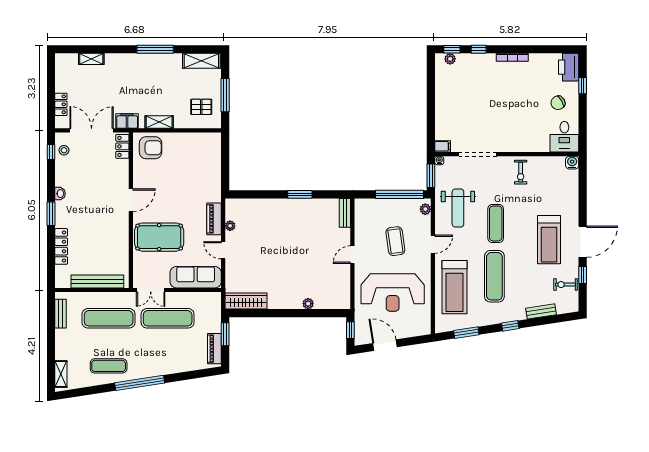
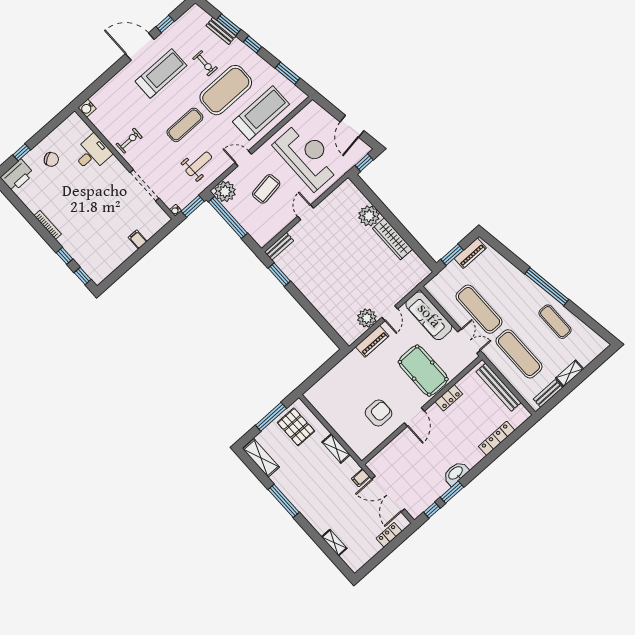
plant: (450, 59) -> (91, 271), removed
pallet: (201, 107) -> (296, 427), width x1.50, depth x1.42
filing cabinet: (127, 121) -> (361, 478), width x0.50
desk: (564, 137) -> (92, 153), moved
locker: (122, 146) -> (449, 398), moved
filing cabinet: (443, 146) -> (138, 239), moved
armchair: (151, 148) -> (379, 413), moved, turned 90
stool: (64, 150) -> (422, 501), removed
washbasin: (60, 194) -> (456, 473), width x1.91, depth x1.45
window: (300, 194) -> (279, 275), moved
door: (131, 200) -> (414, 417), swing flipped
weight bench: (458, 208) -> (199, 164), width x0.73, depth x0.75
plant: (425, 209) -> (225, 191), width x1.87, depth x1.87
window: (51, 214) -> (452, 492), moved
plant: (230, 226) -> (367, 318), width x1.87, depth x1.87
door: (352, 255) -> (306, 212), swing flipped
exercise mat: (494, 276) -> (226, 90), width x1.47
exercise bike: (566, 285) -> (205, 63), moved
wardrobe: (246, 301) -> (393, 239), moved
plant: (308, 304) -> (369, 216), width x1.88, depth x1.88
window: (540, 321) -> (229, 25), added
shelving: (61, 374) -> (570, 373), moved

